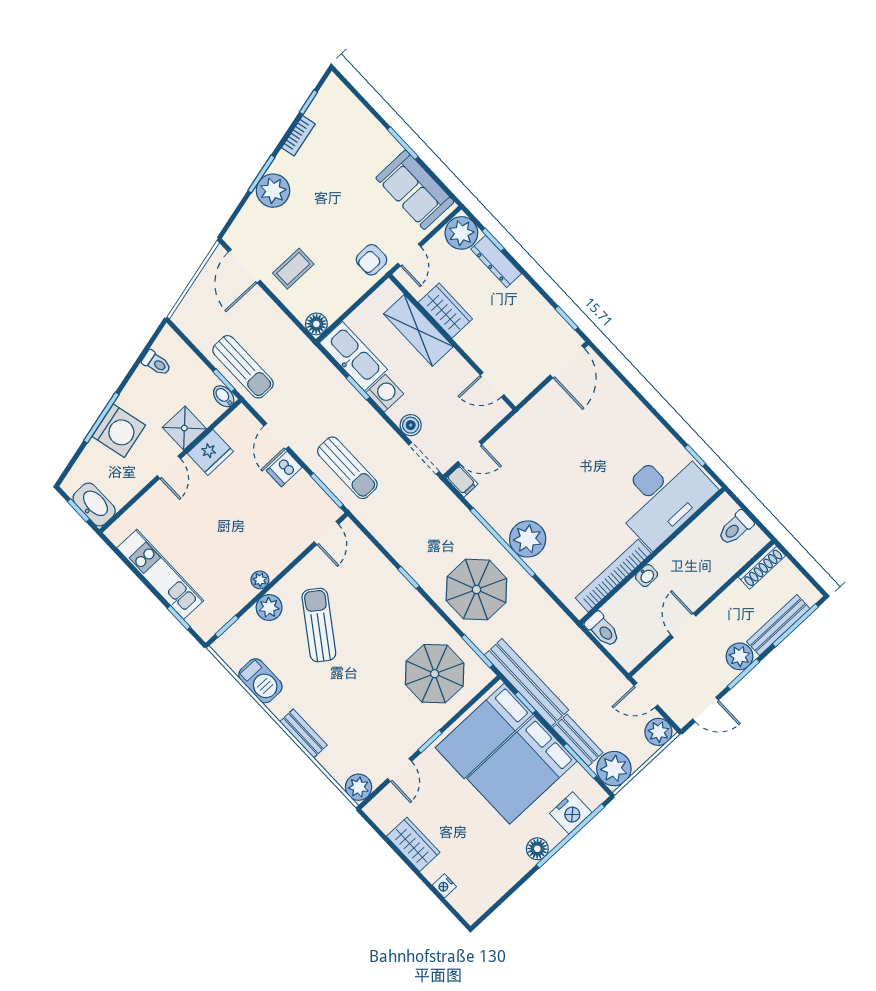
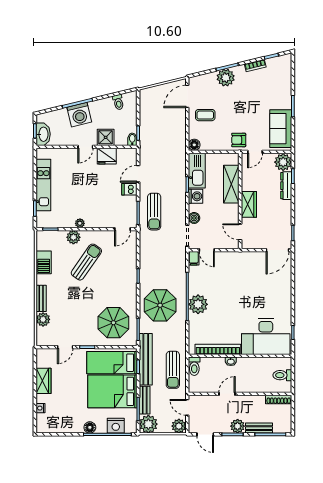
wardrobe: (445, 311) -> (249, 204), moved
sun lounger: (243, 367) -> (173, 370), moved
bench: (778, 625) -> (259, 428), width x0.73
plant: (359, 787) -> (43, 319), moved

